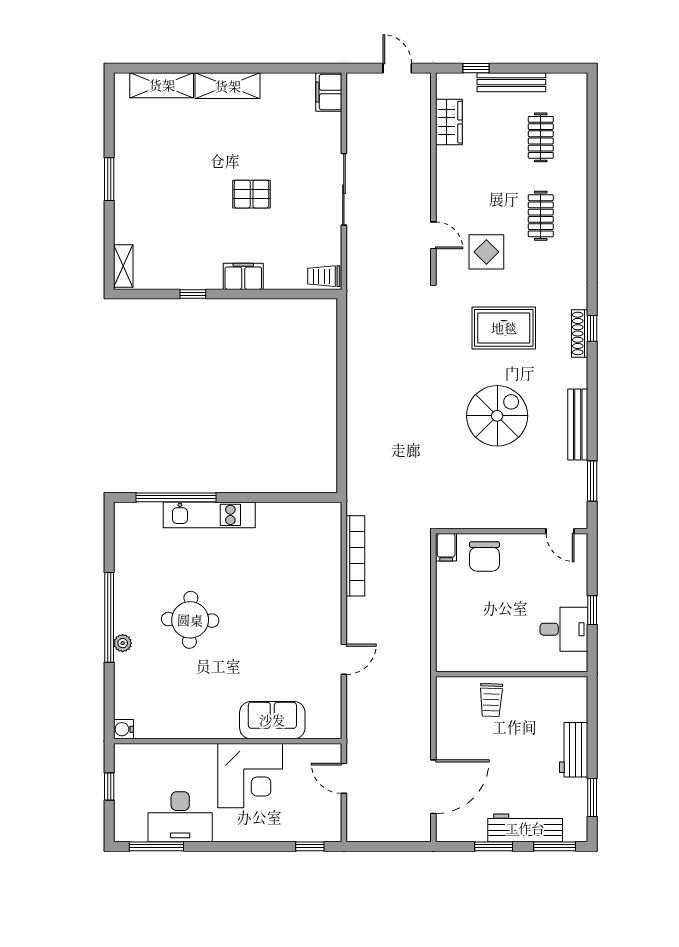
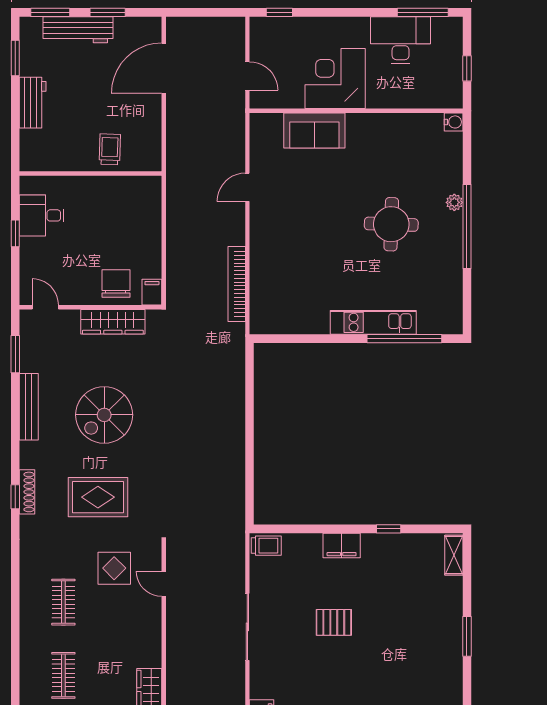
wardrobe: (488, 516) -> (113, 322), added

